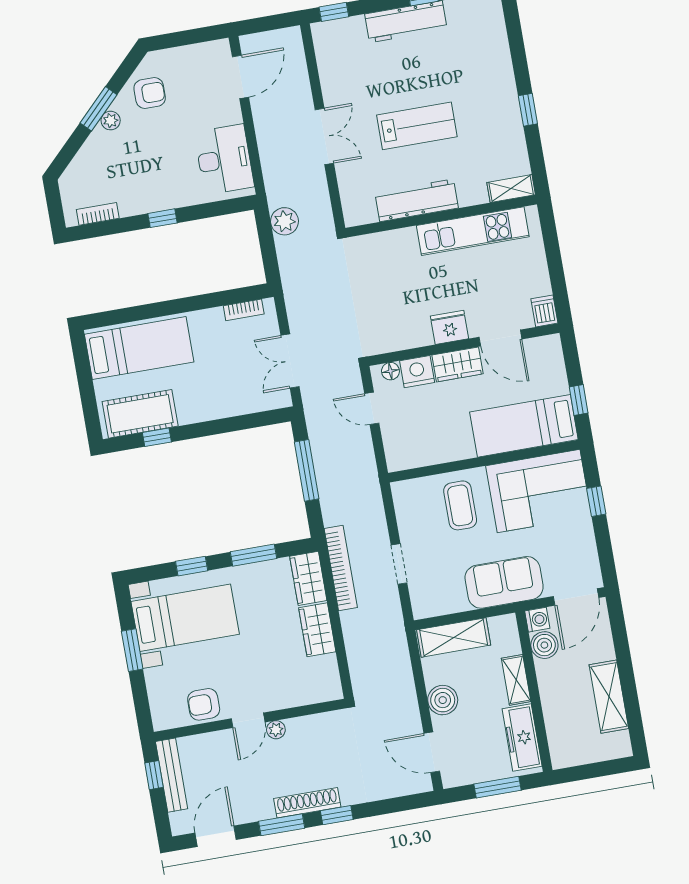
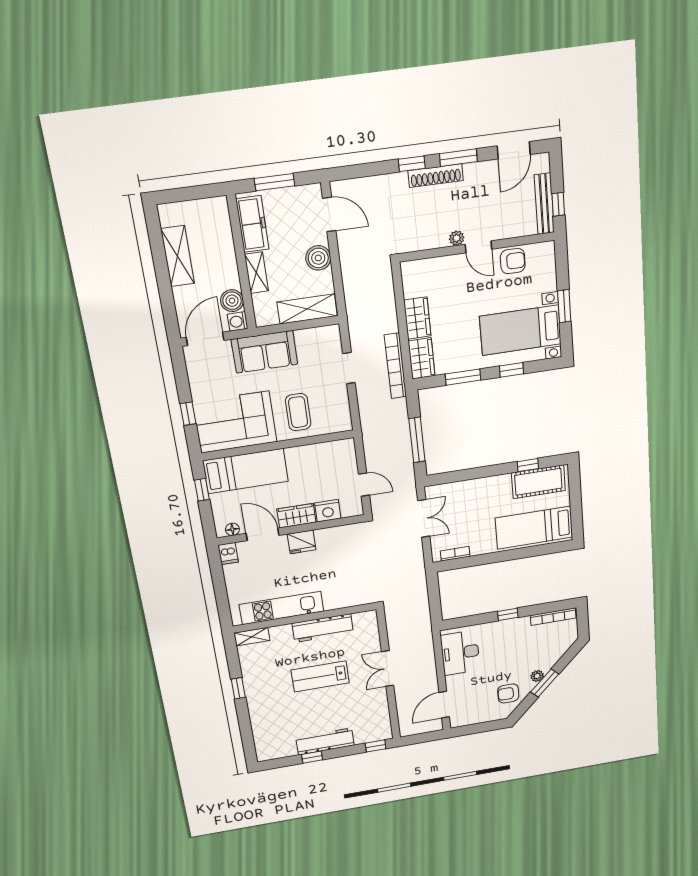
bookcase: (98, 214) -> (553, 617), width x1.56
plant: (284, 221) -> (420, 613), removed
floor lamp: (390, 371) -> (232, 529), moved
door: (248, 720) -> (478, 247), swing flipped

